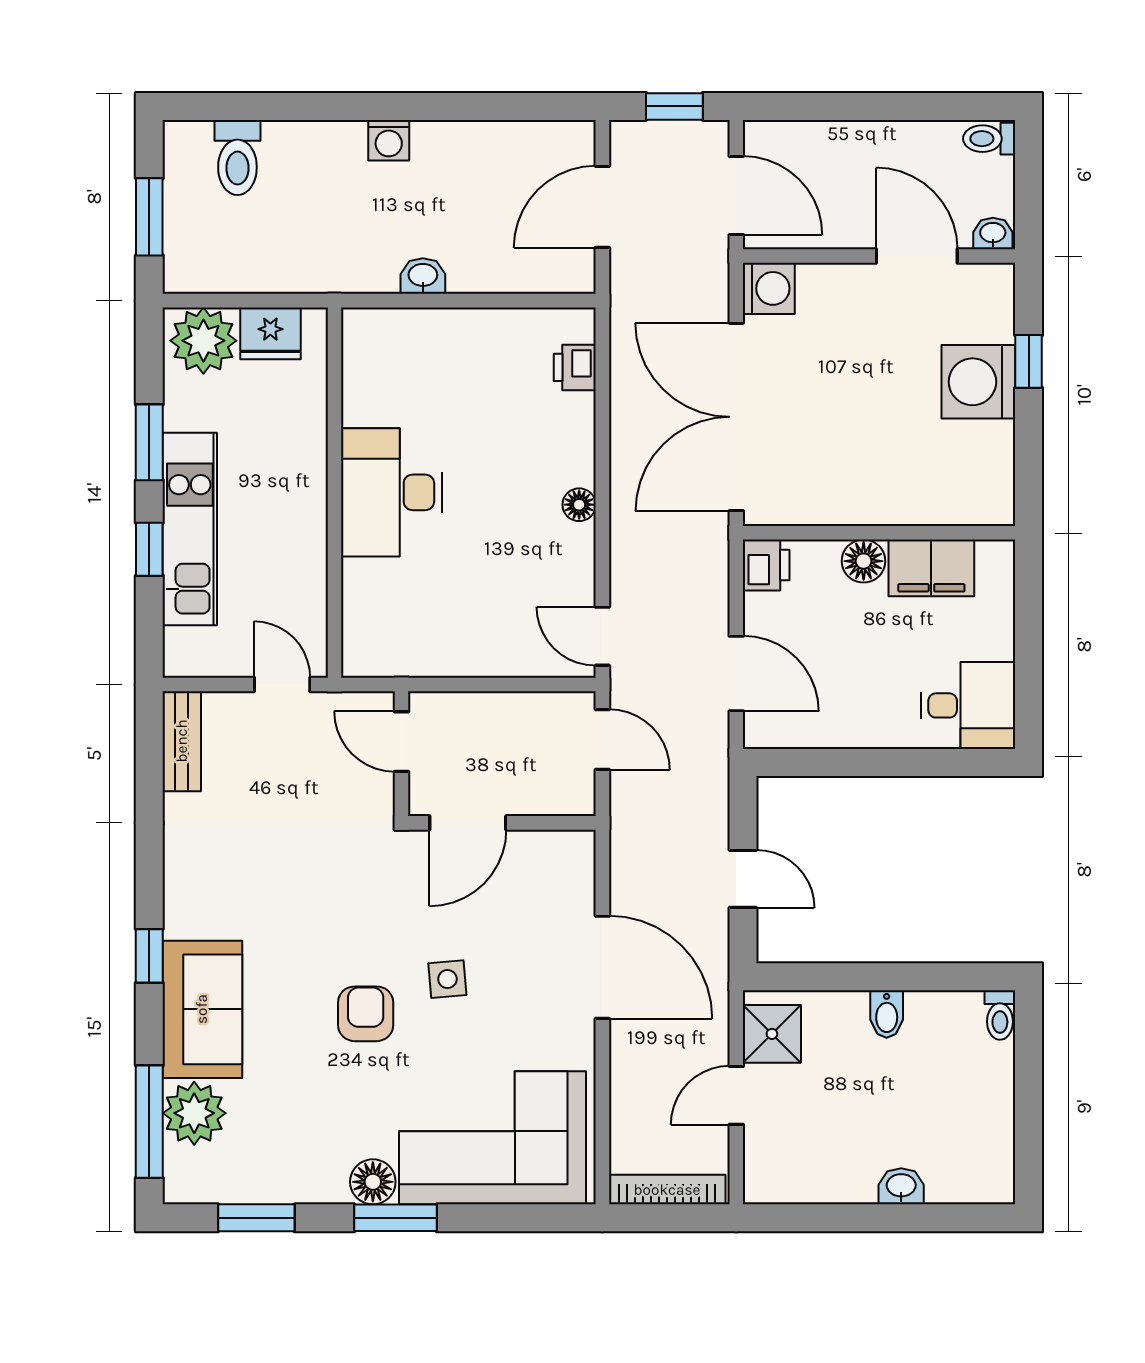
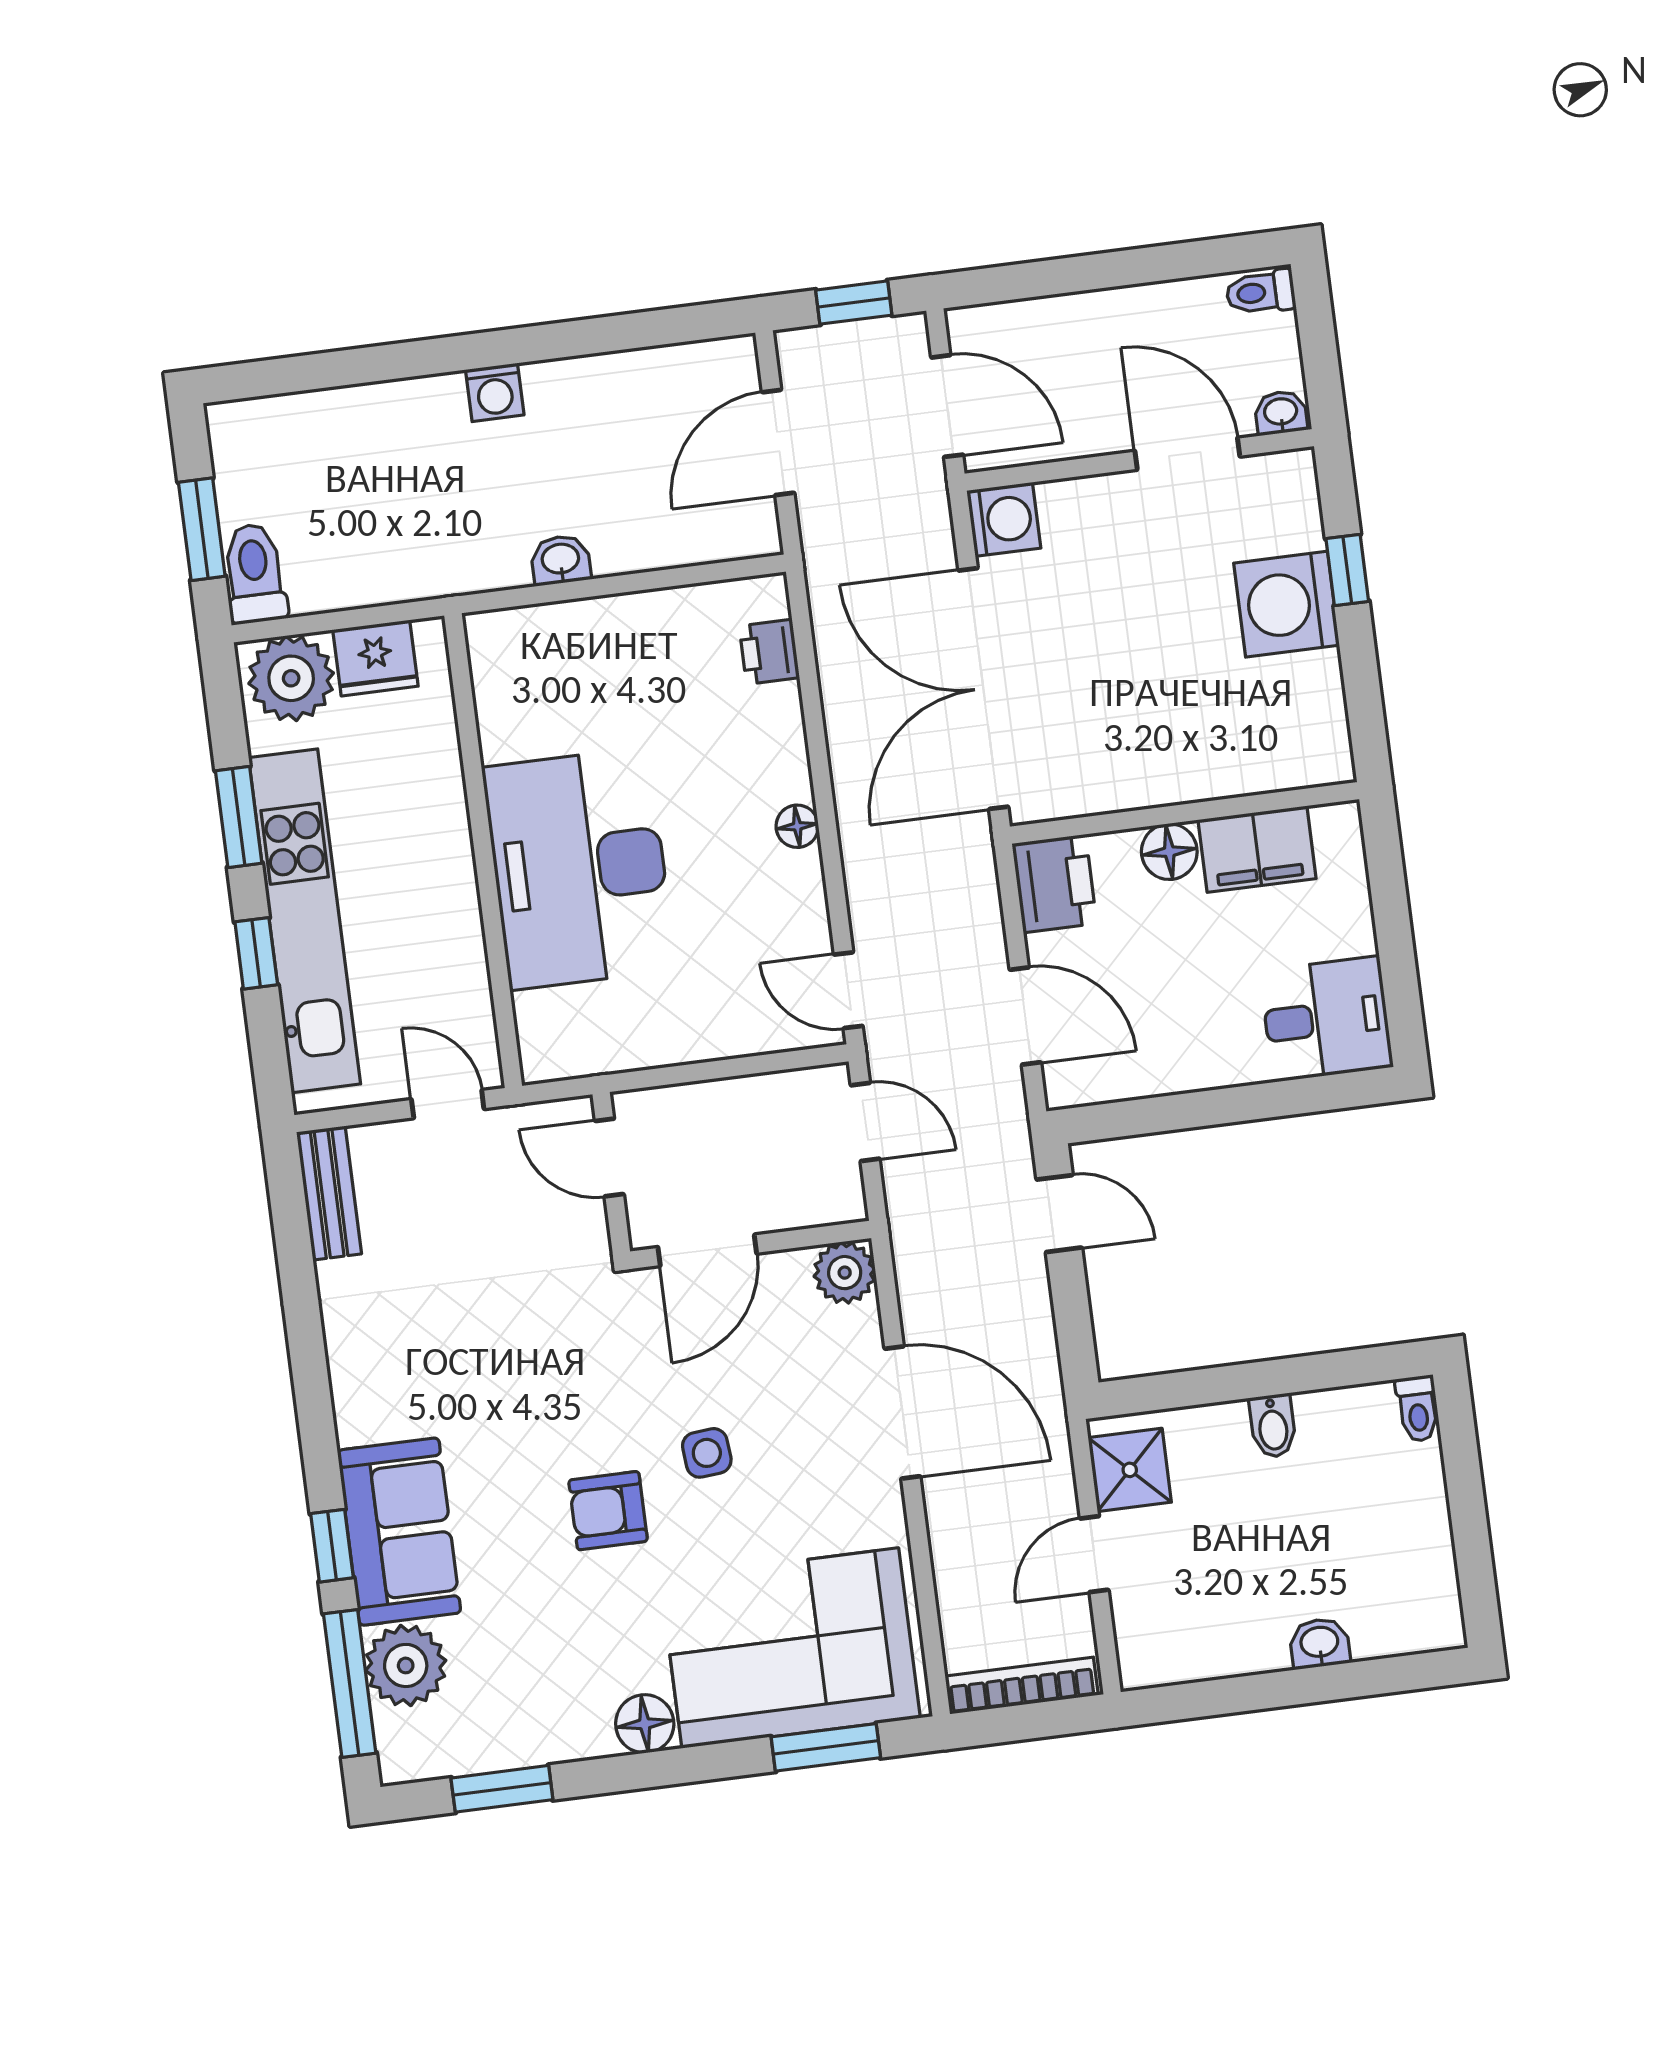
toilet: (237, 157) -> (255, 574), moved, turned 180
desk: (392, 492) -> (579, 869), width x1.36, depth x1.30
kitchen unit: (190, 529) -> (305, 921), width x1.36
printer: (766, 565) -> (1054, 884), width x1.36, depth x1.24
plant: (572, 854) -> (845, 1273), added
door: (743, 879) -> (1059, 1214), moved
window: (149, 956) -> (332, 1546), moved
armchair: (366, 1014) -> (608, 1511), turned -90
window: (395, 1218) -> (826, 1747), moved

